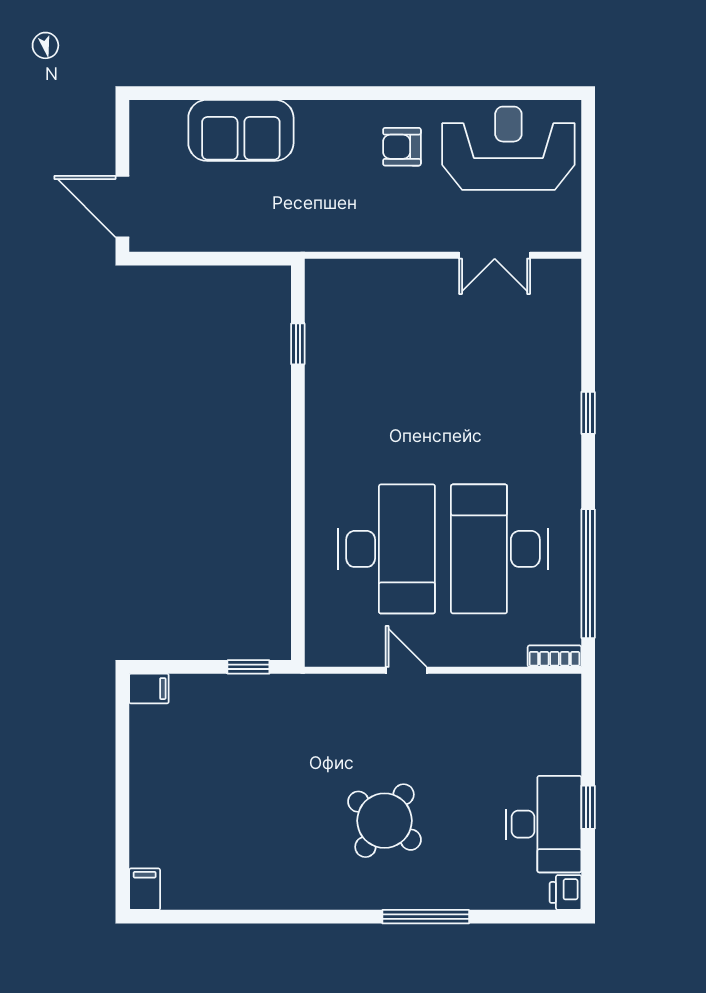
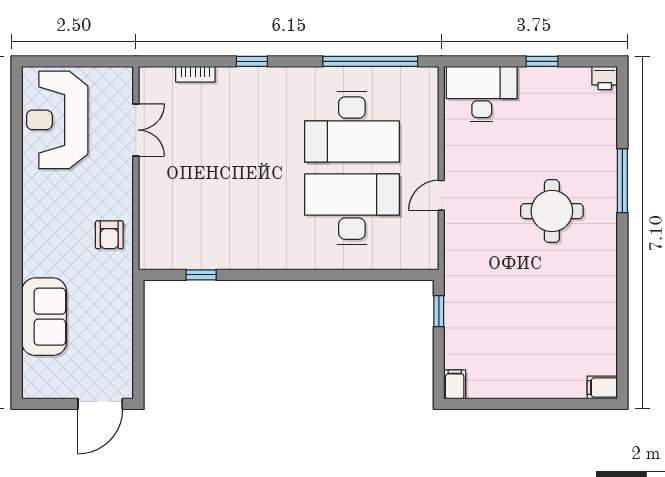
armchair: (402, 147) -> (109, 235), moved
bookcase: (555, 656) -> (195, 74), moved, turned -90
round table: (385, 821) -> (552, 211), turned -36
desk: (543, 824) -> (482, 94), moved

